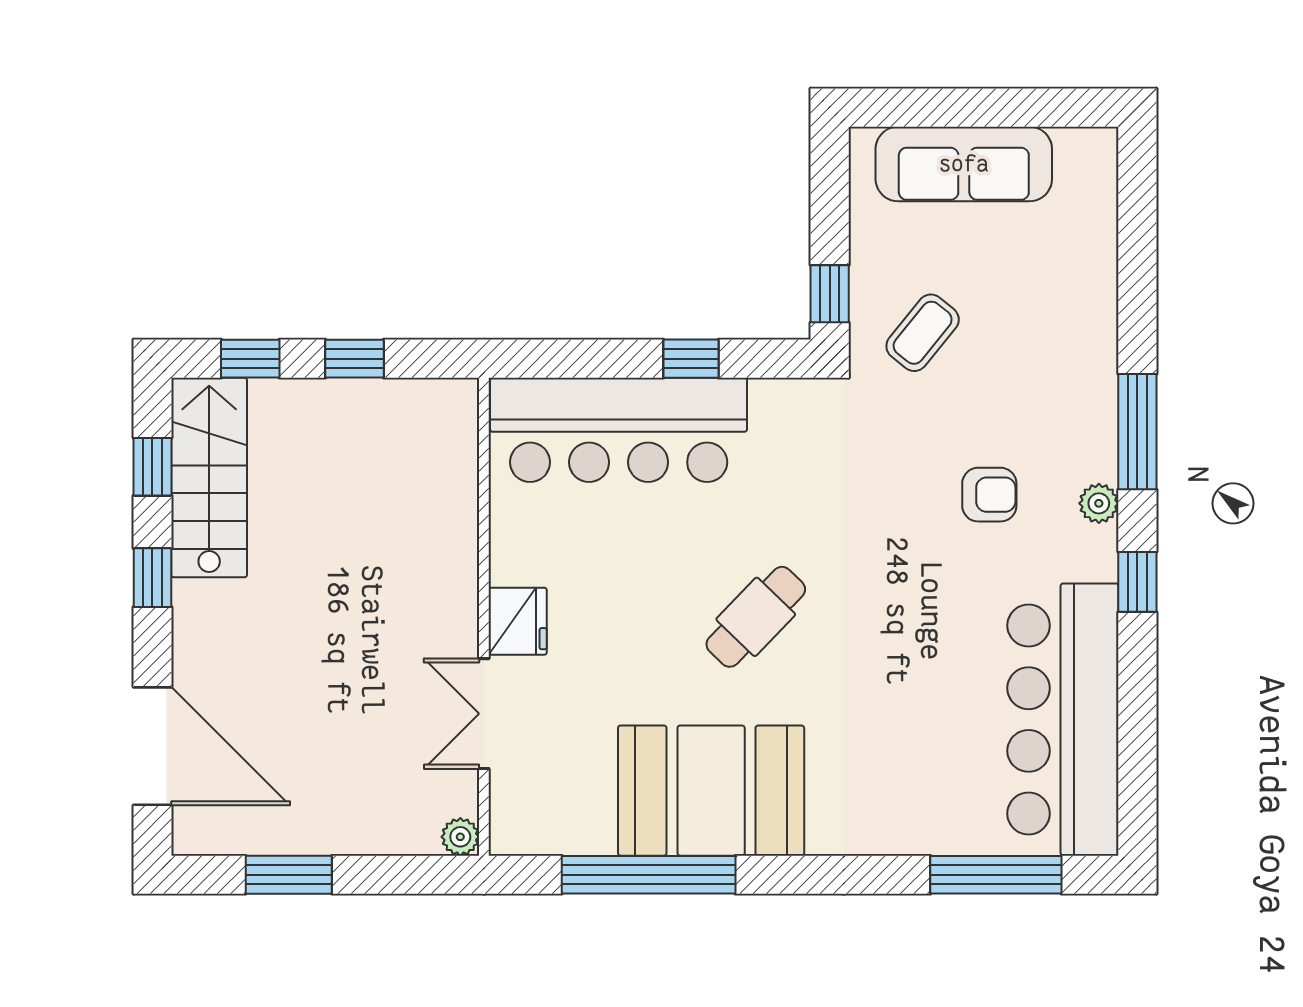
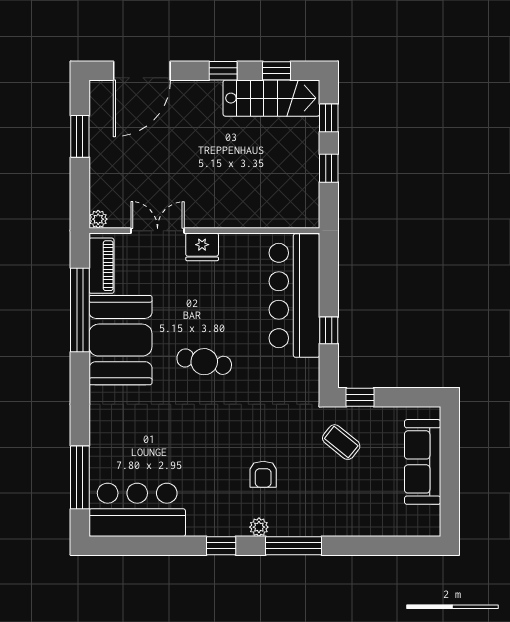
cafe table: (756, 617) -> (204, 362), turned -33
bar counter: (1063, 720) -> (137, 510), width x0.73
piano: (557, 830) -> (101, 266), added

